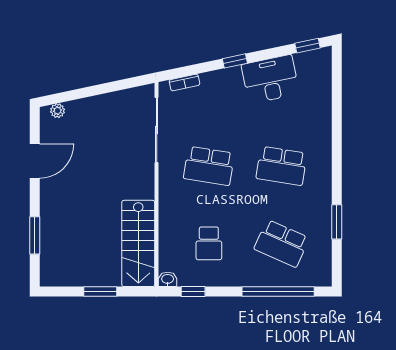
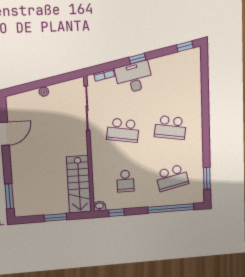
desk: (270, 79) -> (134, 77), moved
plant: (58, 111) -> (44, 92), moved
window: (337, 222) -> (207, 178), moved
window: (35, 235) -> (9, 196), moved
school desk: (282, 243) -> (172, 178), turned -36

